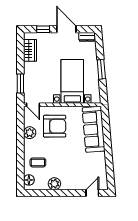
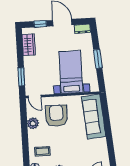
armchair: (55, 126) -> (56, 116), turned -90

